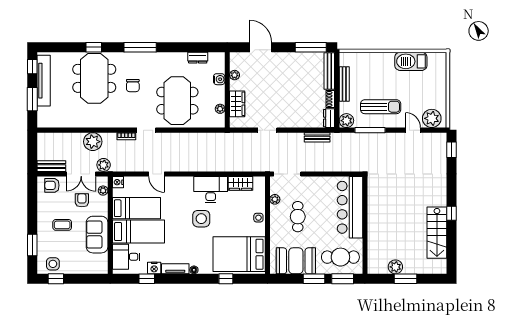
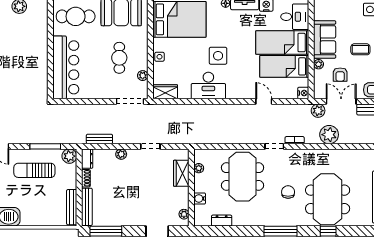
plant: (235, 75) -> (184, 214), moved
bench: (344, 84) -> (72, 207), moved
plant: (296, 122) -> (121, 154), added
wardrobe: (240, 183) -> (165, 92), moved
plant: (103, 191) -> (319, 64), moved

